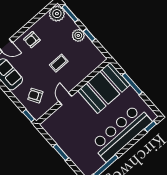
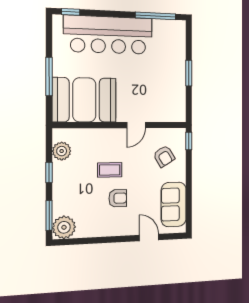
plant: (78, 35) -> (62, 151), moved
armchair: (32, 40) -> (118, 198), moved

